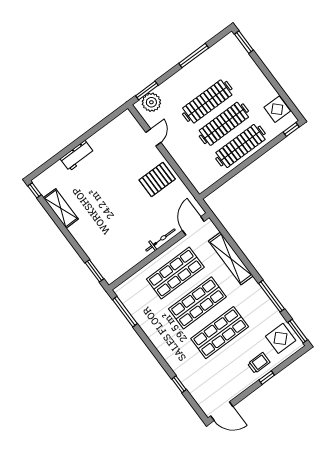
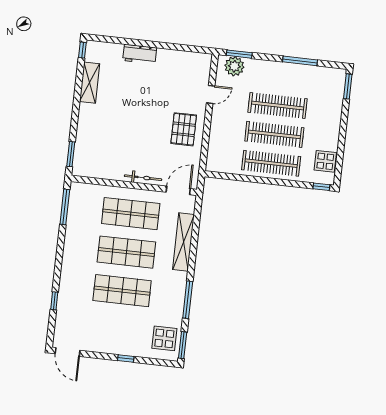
pallet: (157, 179) -> (184, 129), turned 90
trolley: (259, 363) -> (130, 342), removed

